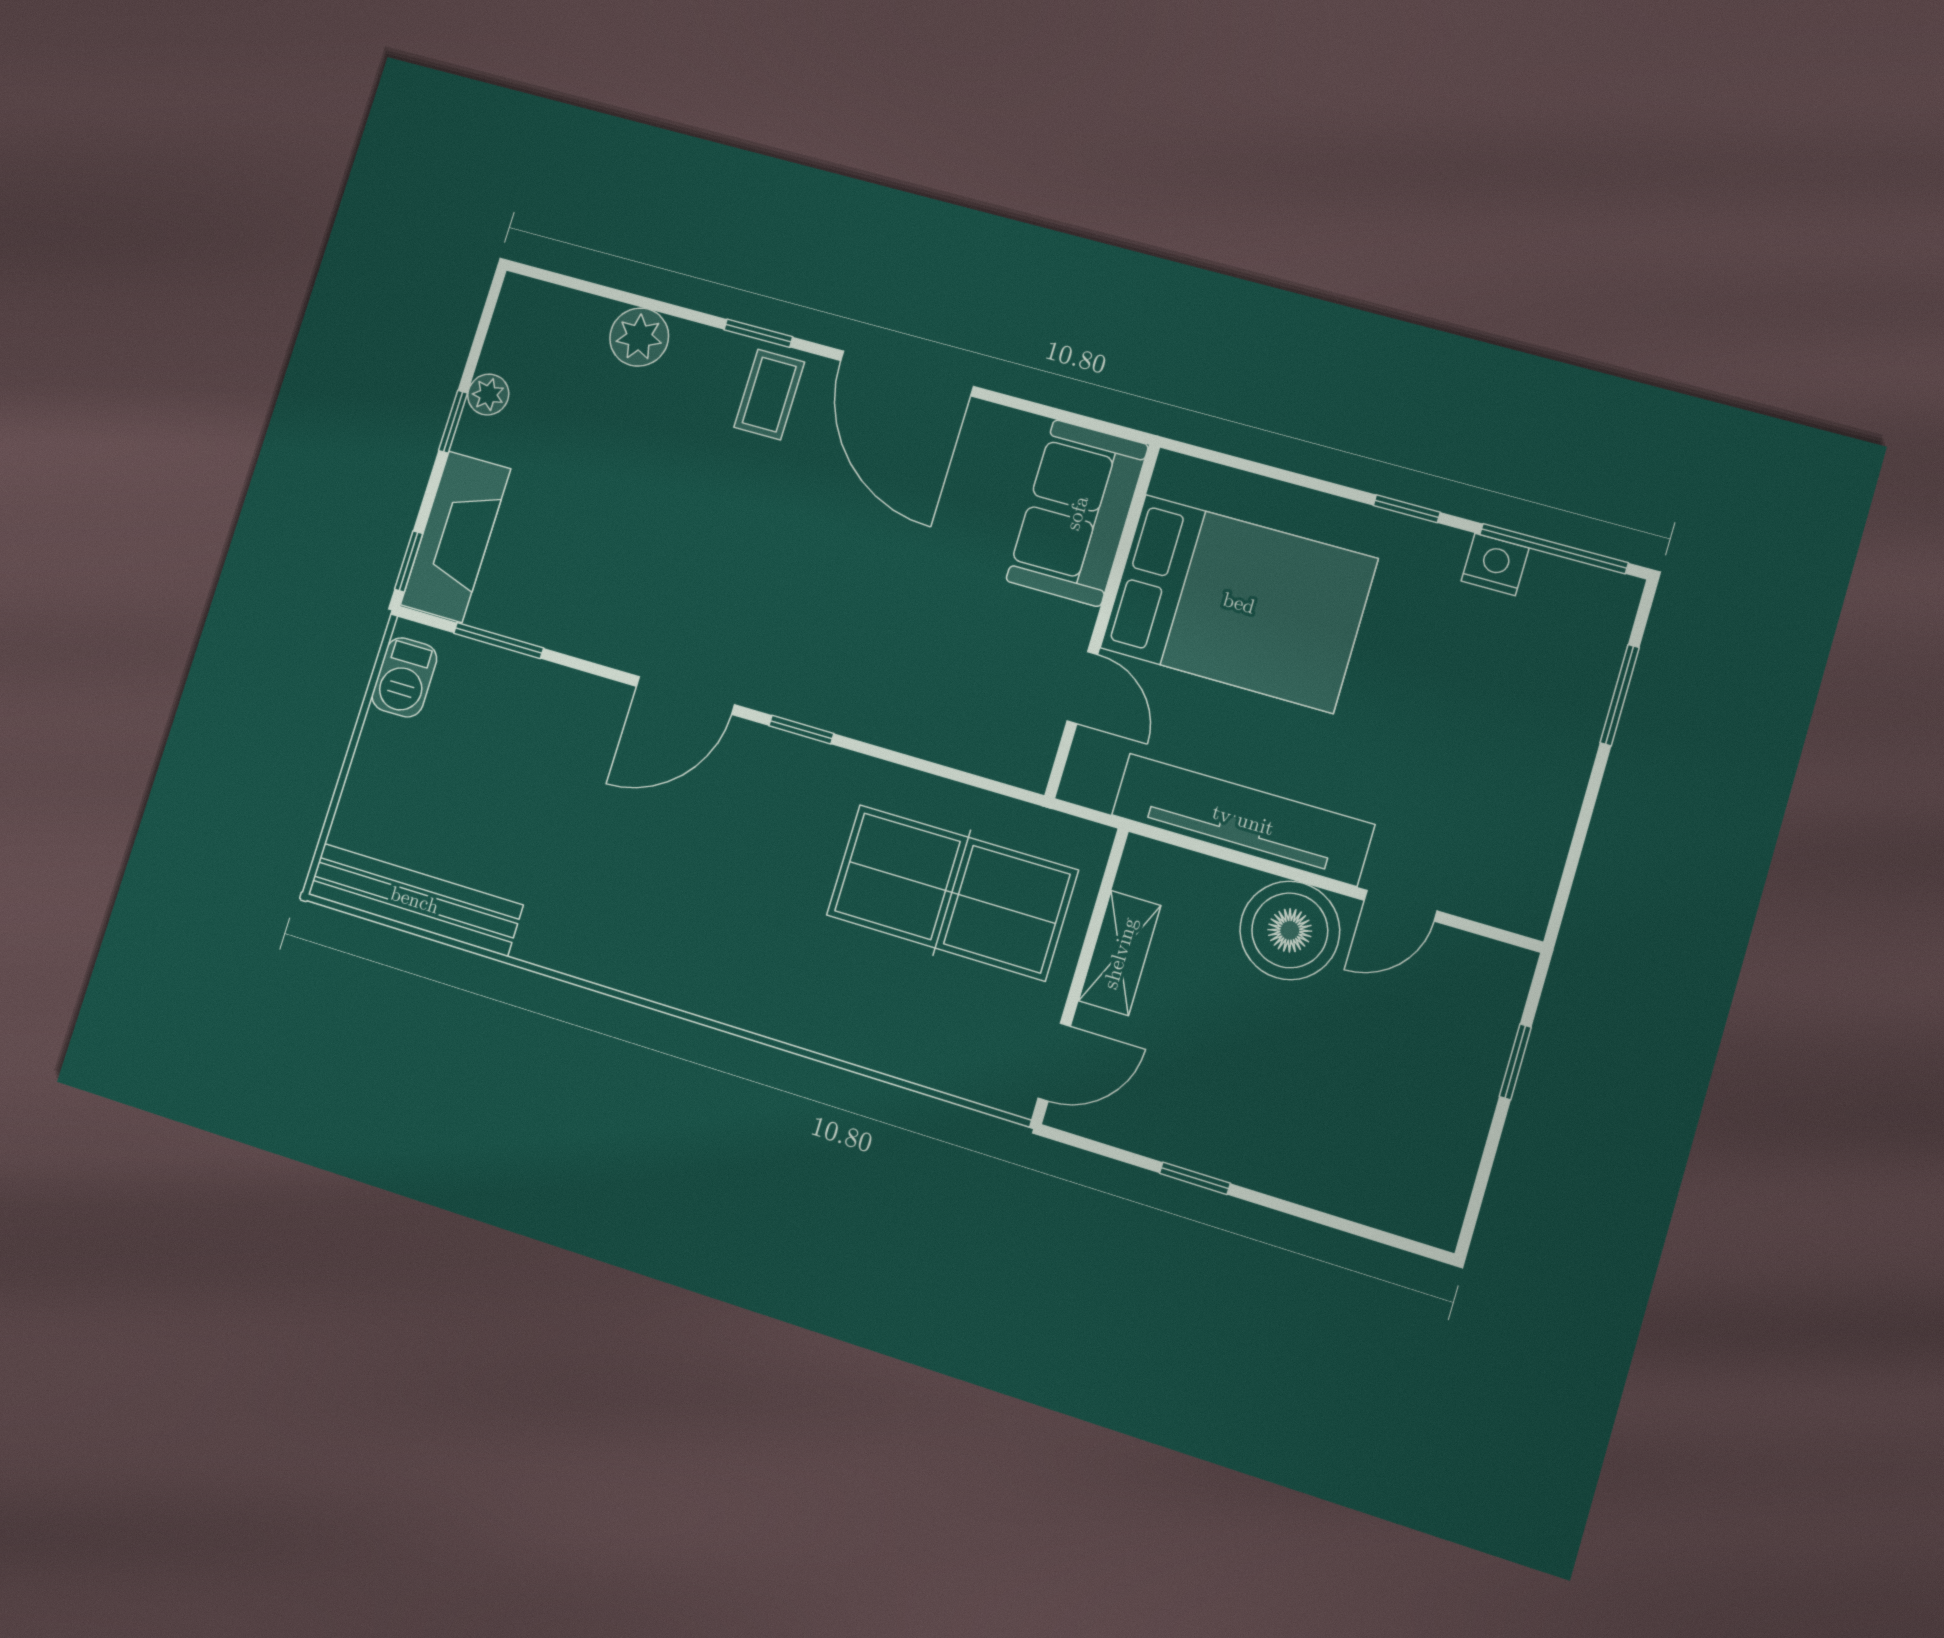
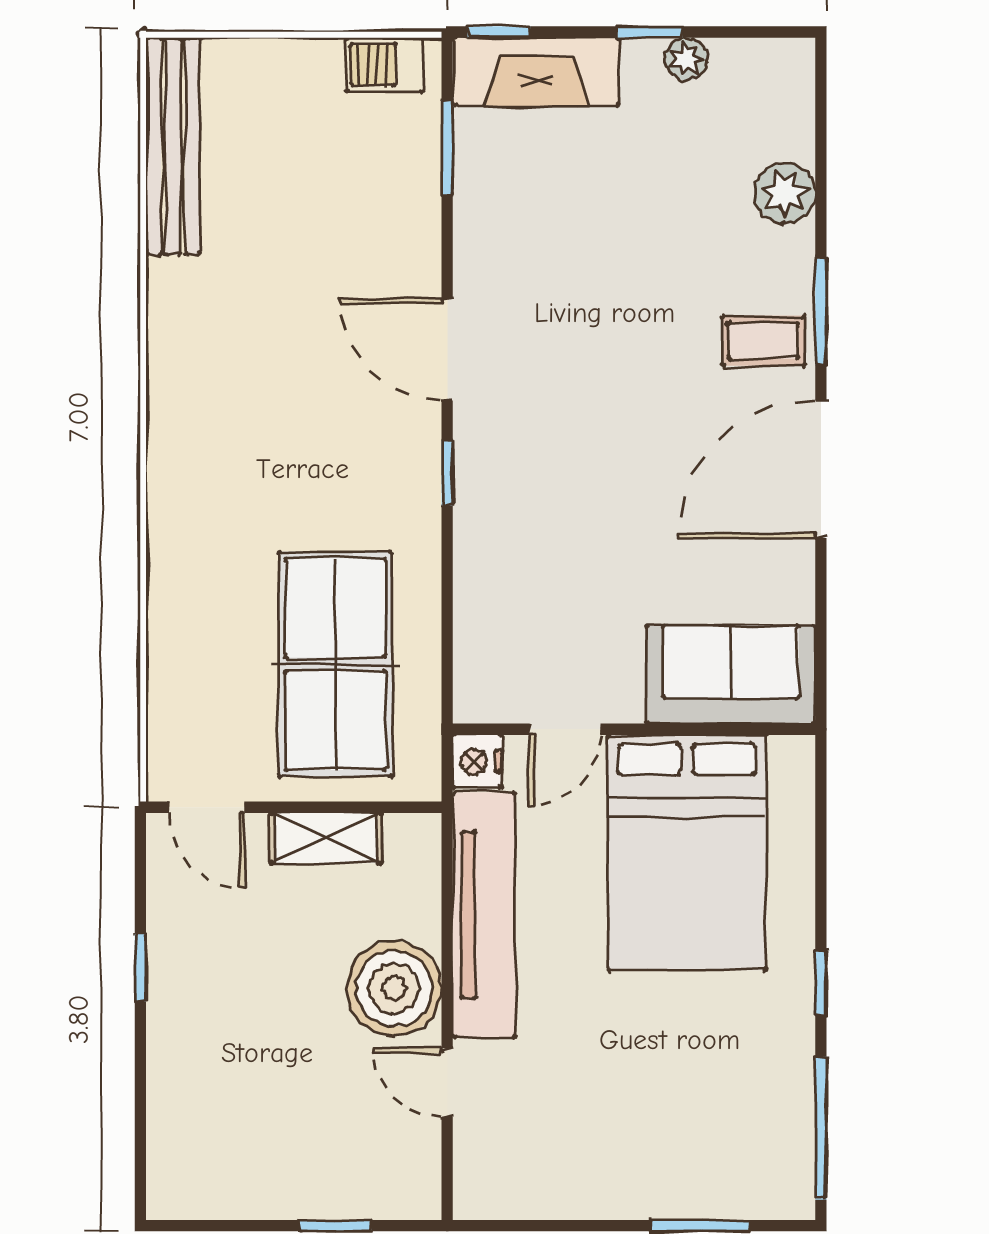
window: (758, 333) -> (821, 311), width x1.50
nightstand: (1495, 565) -> (477, 761), moved, turned 180

